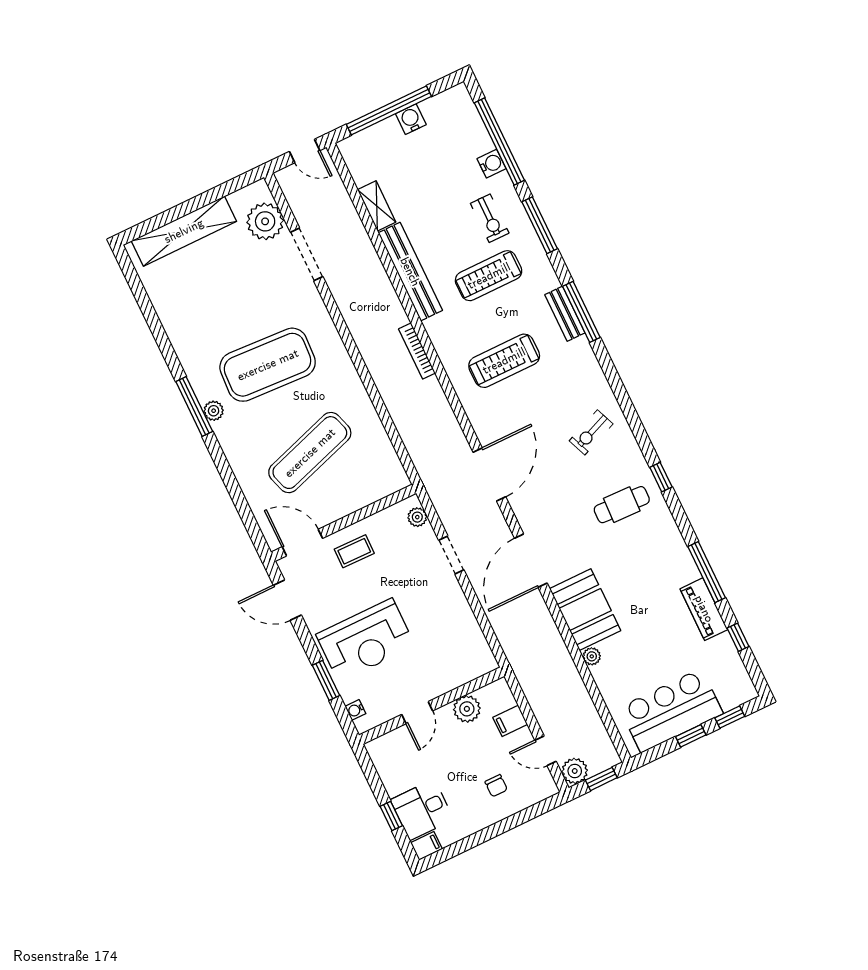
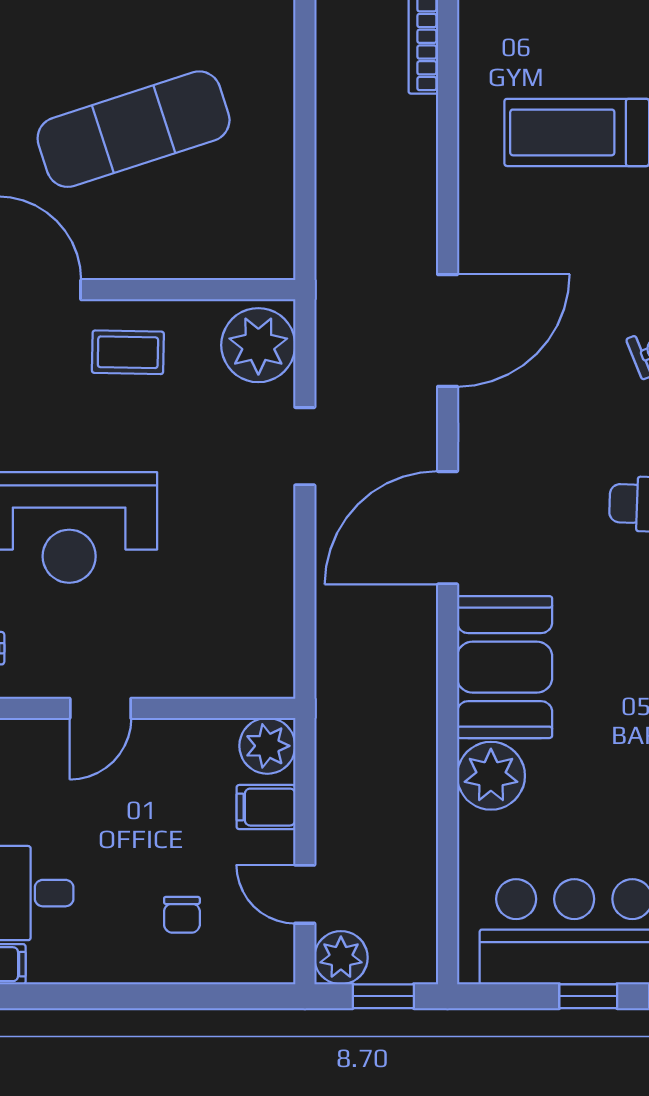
plant: (417, 517) -> (258, 345), width x1.87, depth x1.87
plant: (592, 656) -> (491, 776), width x1.88, depth x1.88
plant: (467, 709) -> (267, 746), moved

